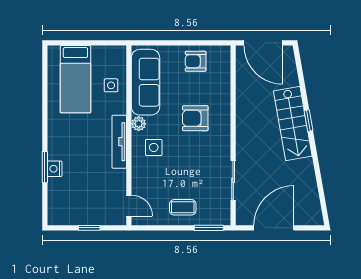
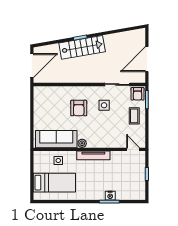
armchair: (196, 61) -> (138, 94), moved
side table: (154, 147) -> (104, 105), moved
door: (129, 206) -> (133, 149), hinge flipped
door: (274, 228) -> (147, 59), hinge flipped

